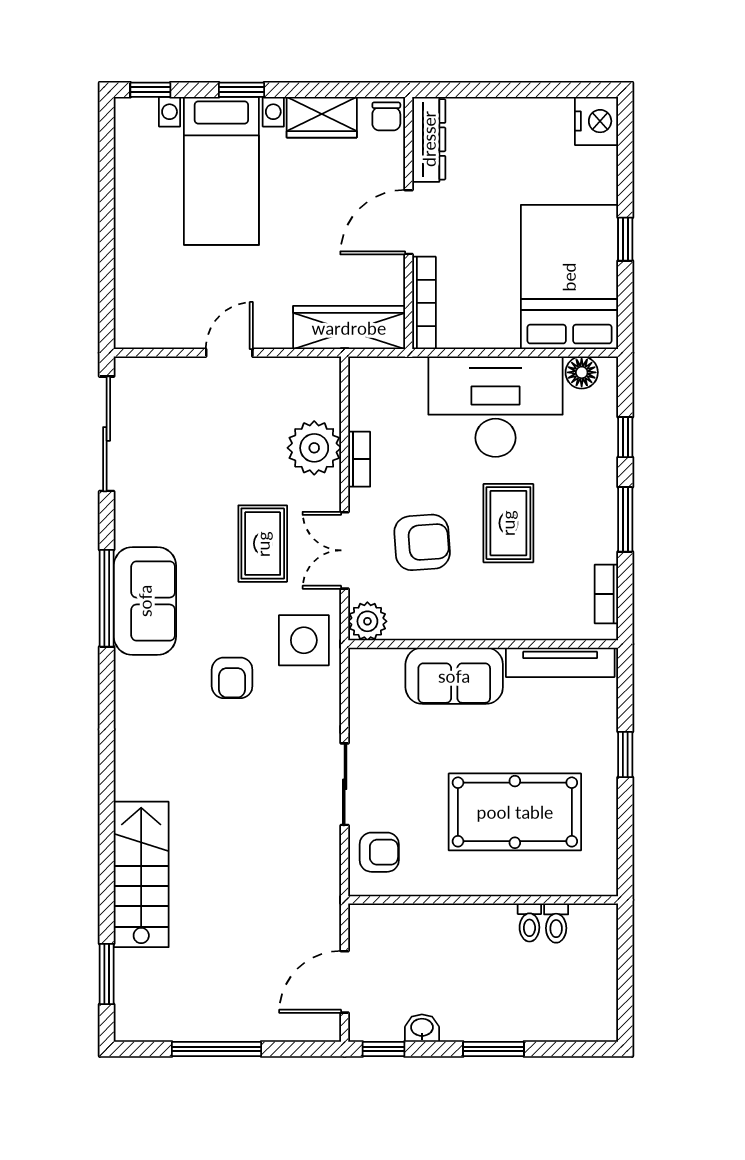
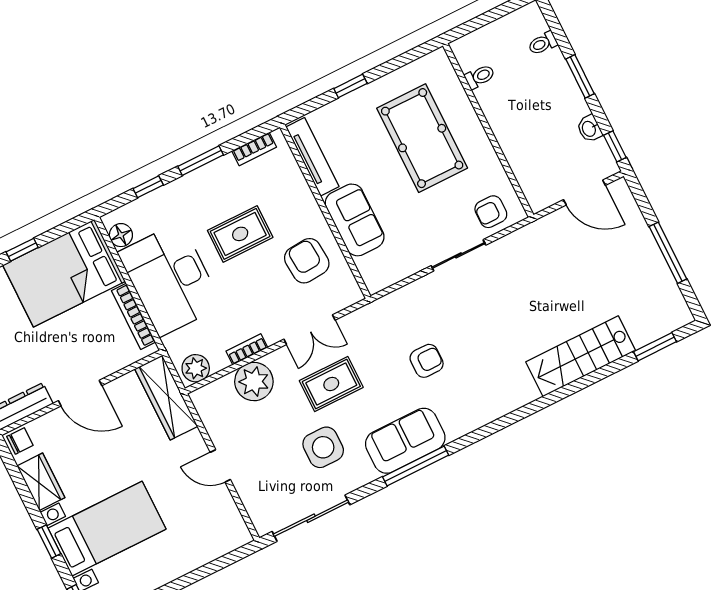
bookcase: (424, 303) -> (133, 316), moved, turned -90
armchair: (422, 542) -> (307, 261), moved
plant: (367, 621) -> (196, 368), moved
side table: (304, 640) -> (323, 447), moved
armchair: (379, 852) -> (491, 212), turned -90
toilet: (529, 922) -> (543, 43), moved, turned 180

